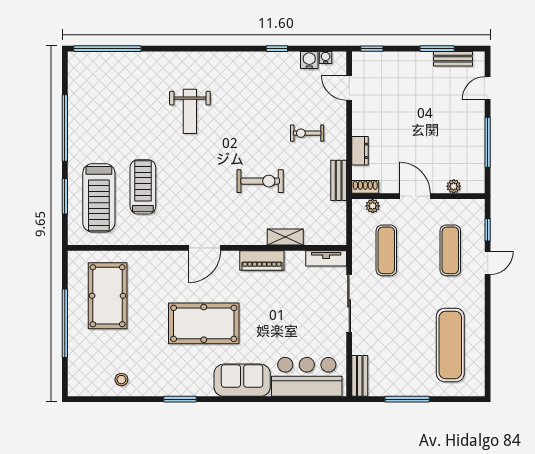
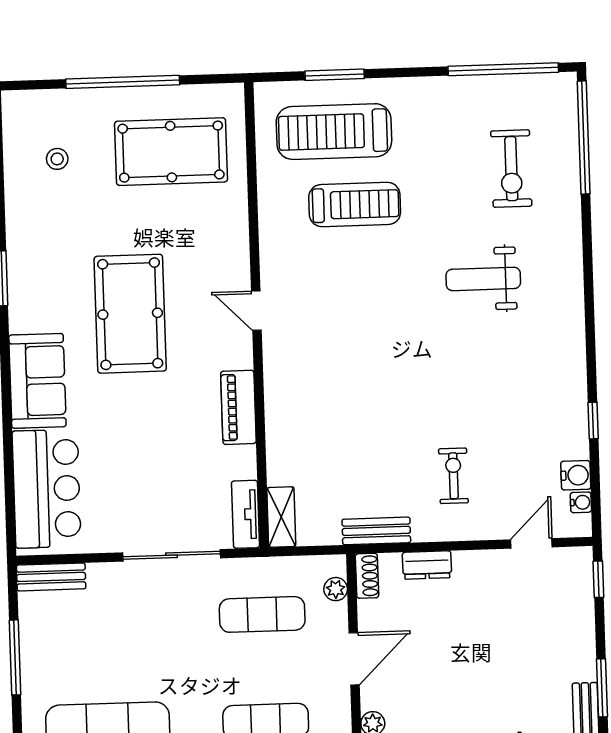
window: (65, 128) -> (503, 69), moved
exercise bike: (260, 181) -> (511, 169), moved
shelving: (285, 237) -> (281, 517), moved
door: (204, 248) -> (256, 311), width x0.73
stool: (121, 380) -> (57, 159), moved

